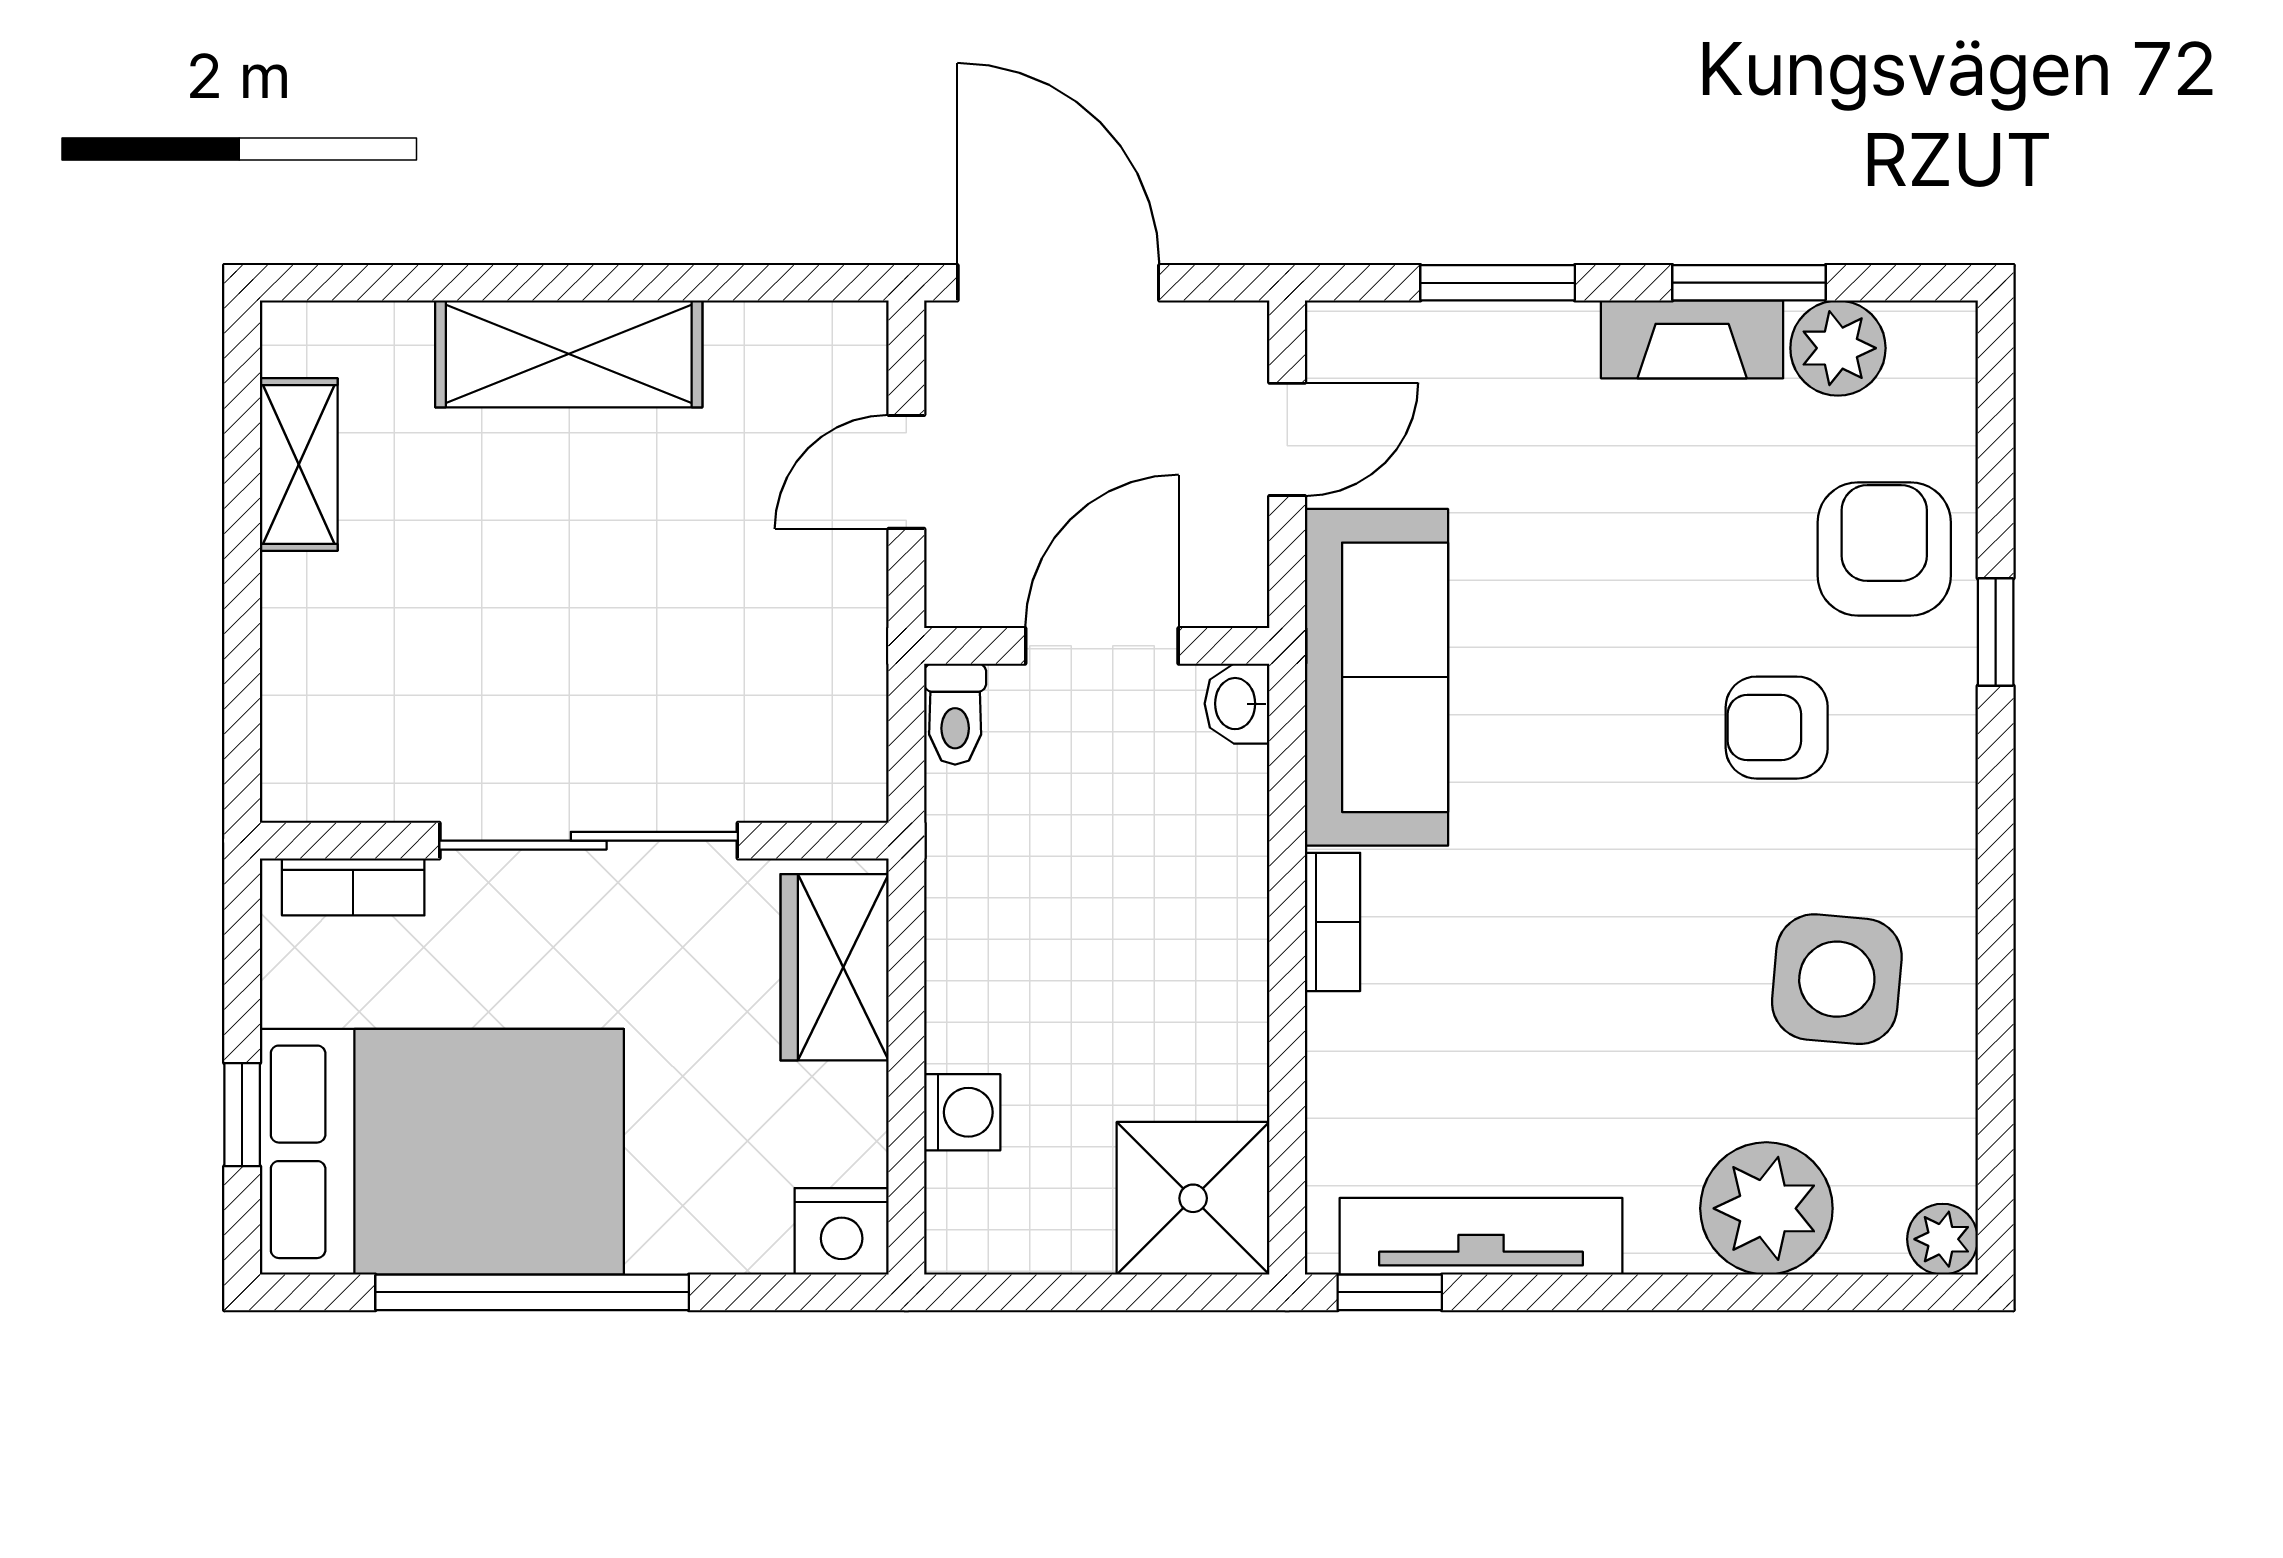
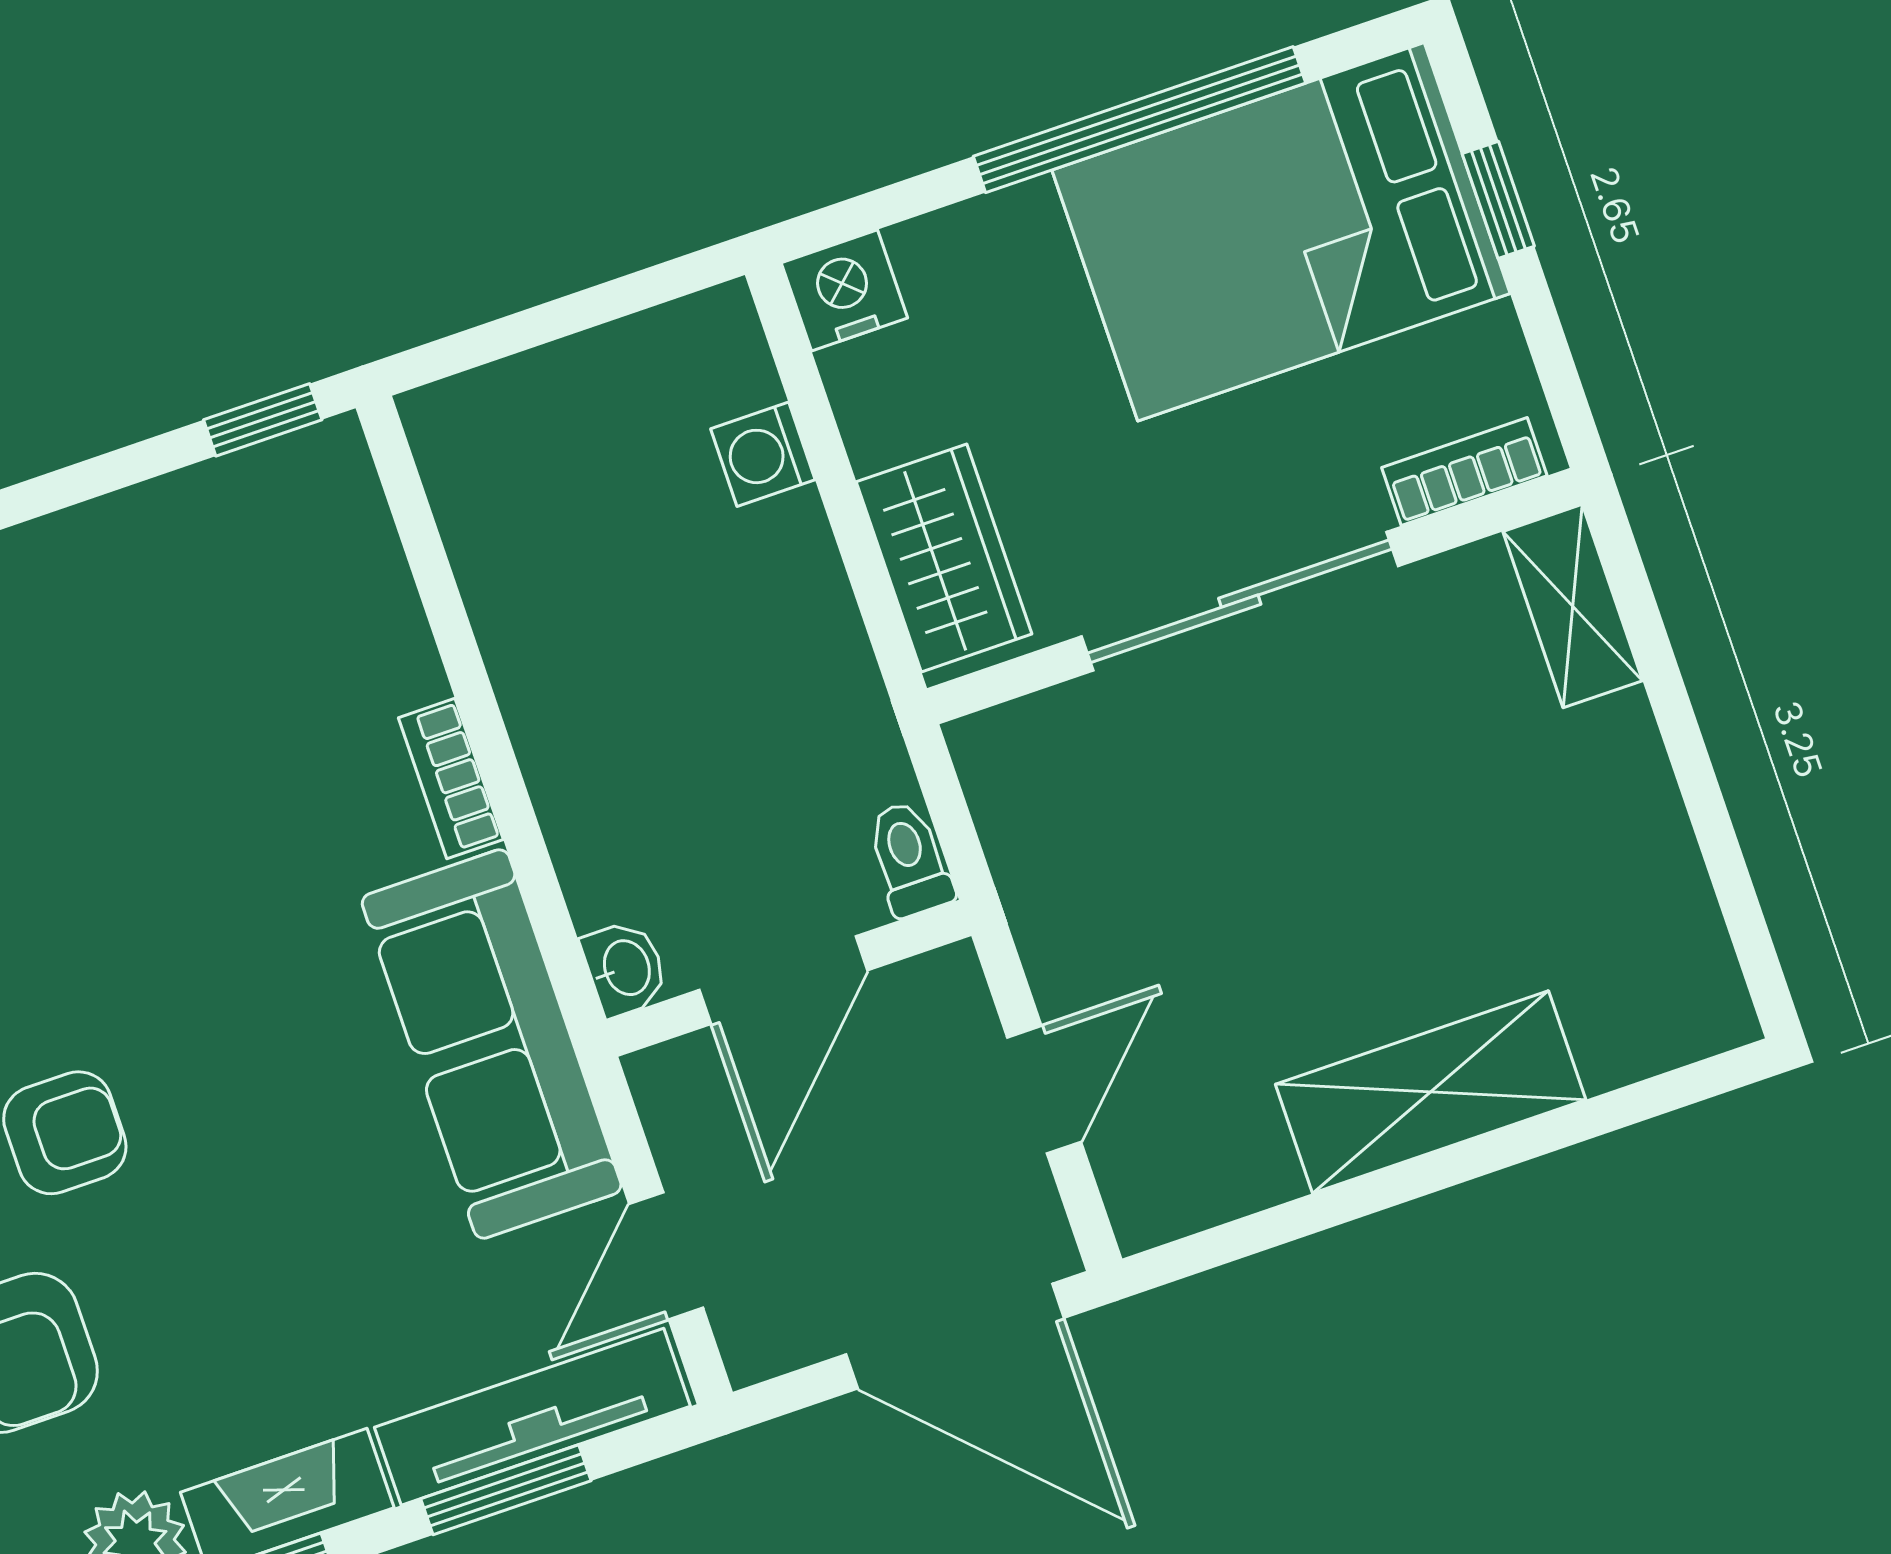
shelving: (299, 465) -> (1573, 606), moved
shower: (1193, 1198) -> (497, 447), removed
tv unit: (1481, 1236) -> (532, 1417), moved, turned 180

